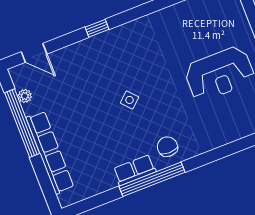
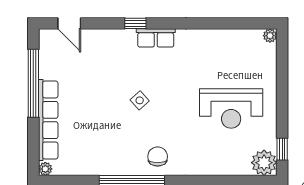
plant: (25, 96) -> (45, 169), moved
row of seats: (135, 170) -> (156, 38), moved, turned 180

